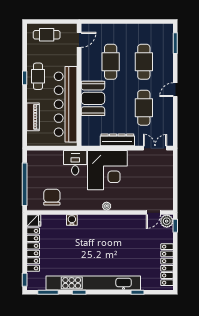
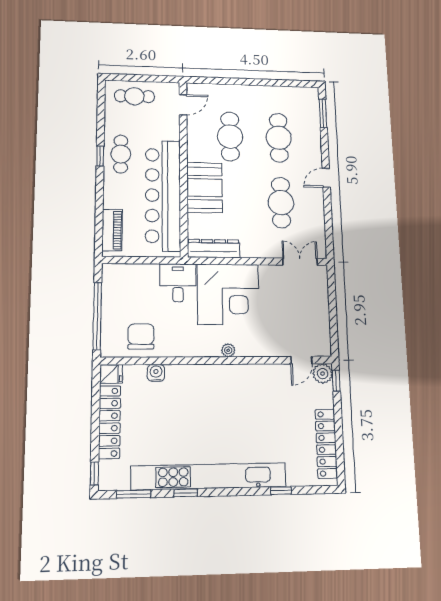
piano: (33, 117) -> (112, 230), moved
dresser: (117, 140) -> (214, 249), moved
water cooler: (72, 220) -> (156, 373), moved

